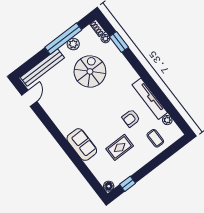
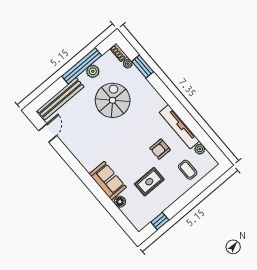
floor lamp: (109, 186) -> (120, 202), moved

